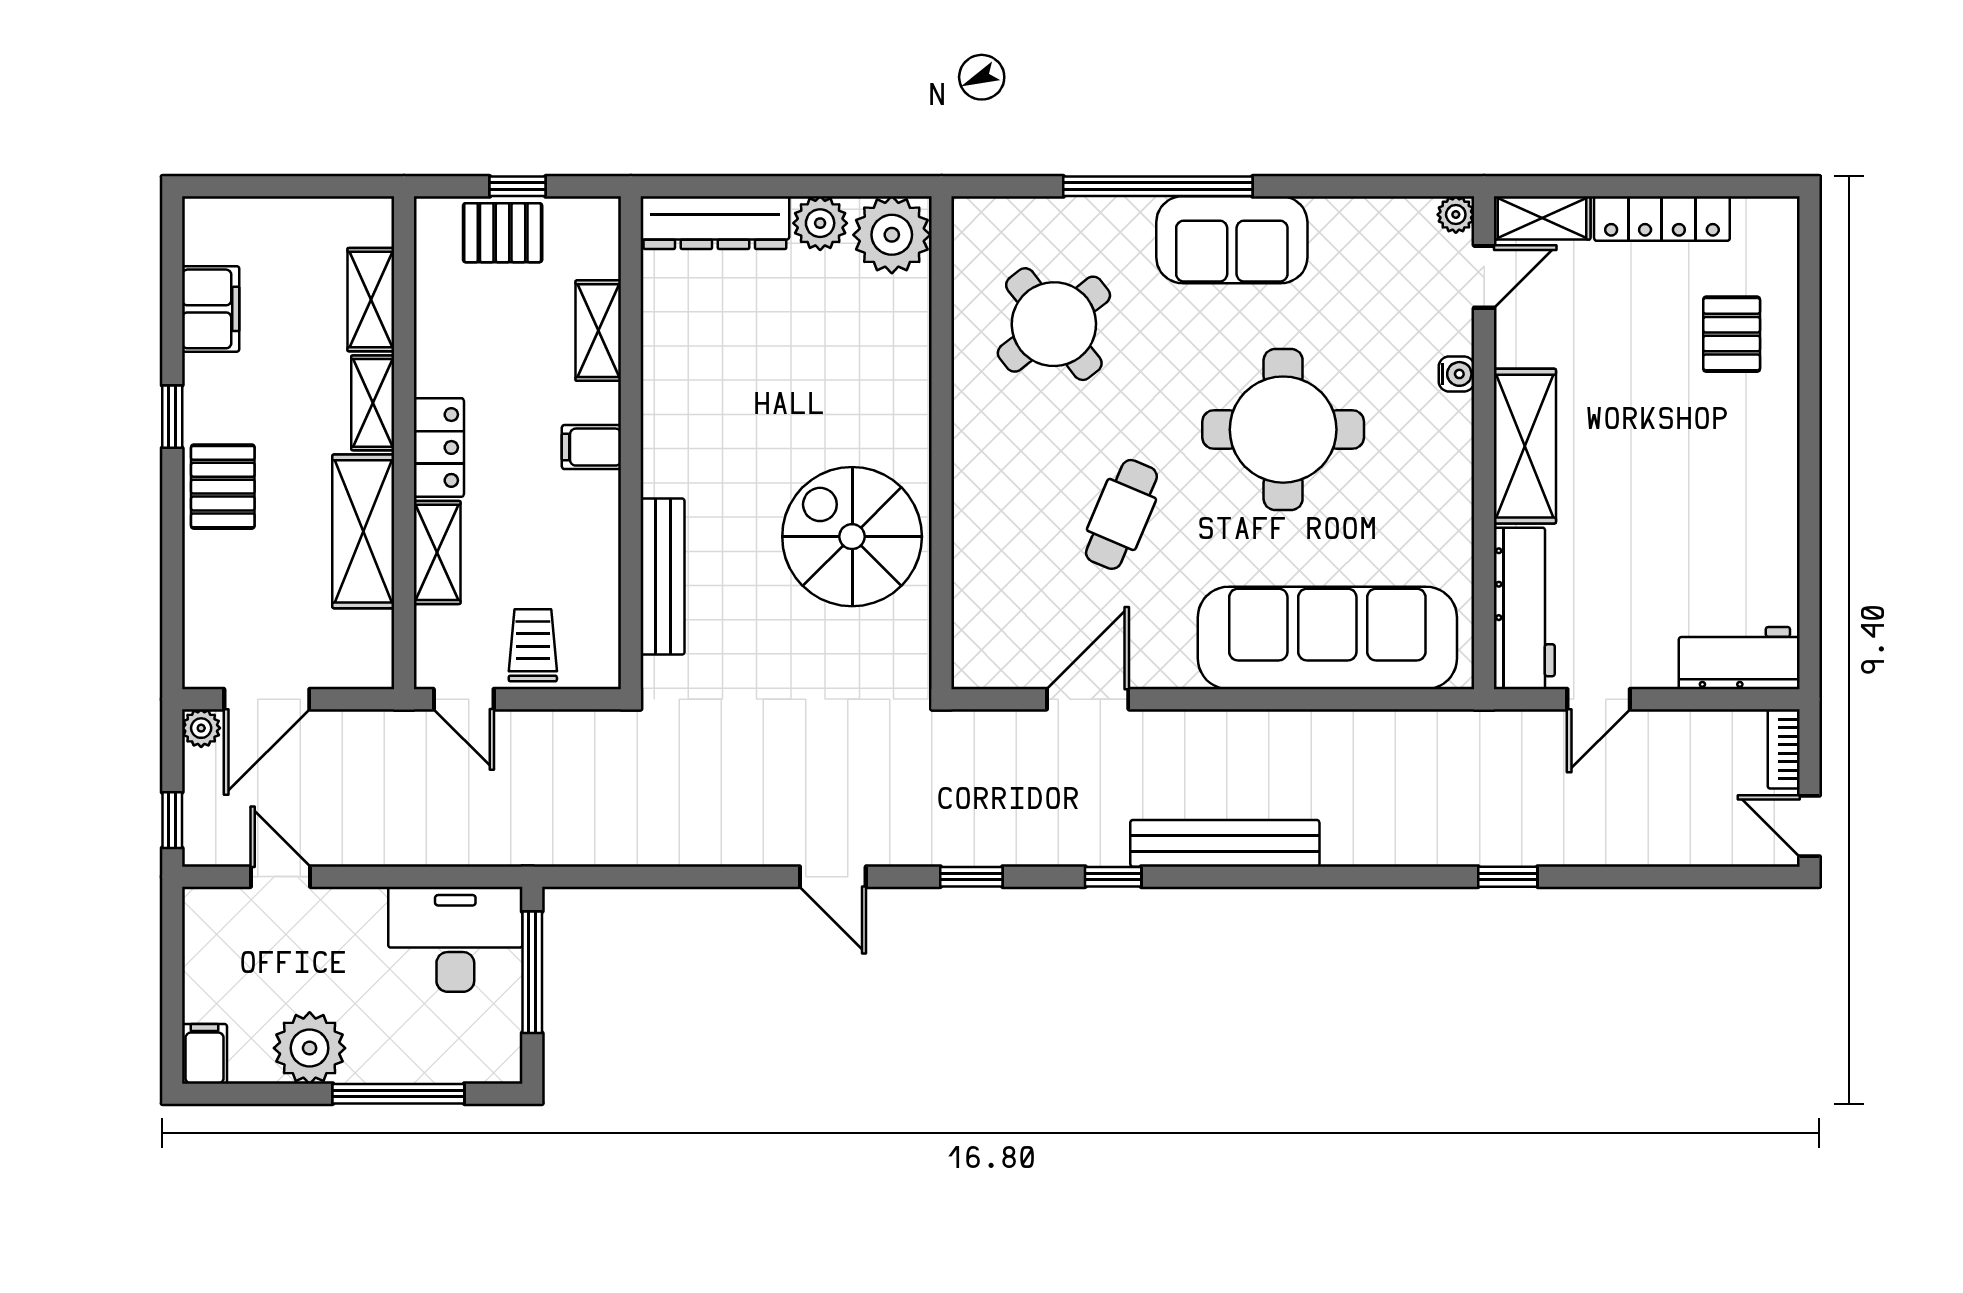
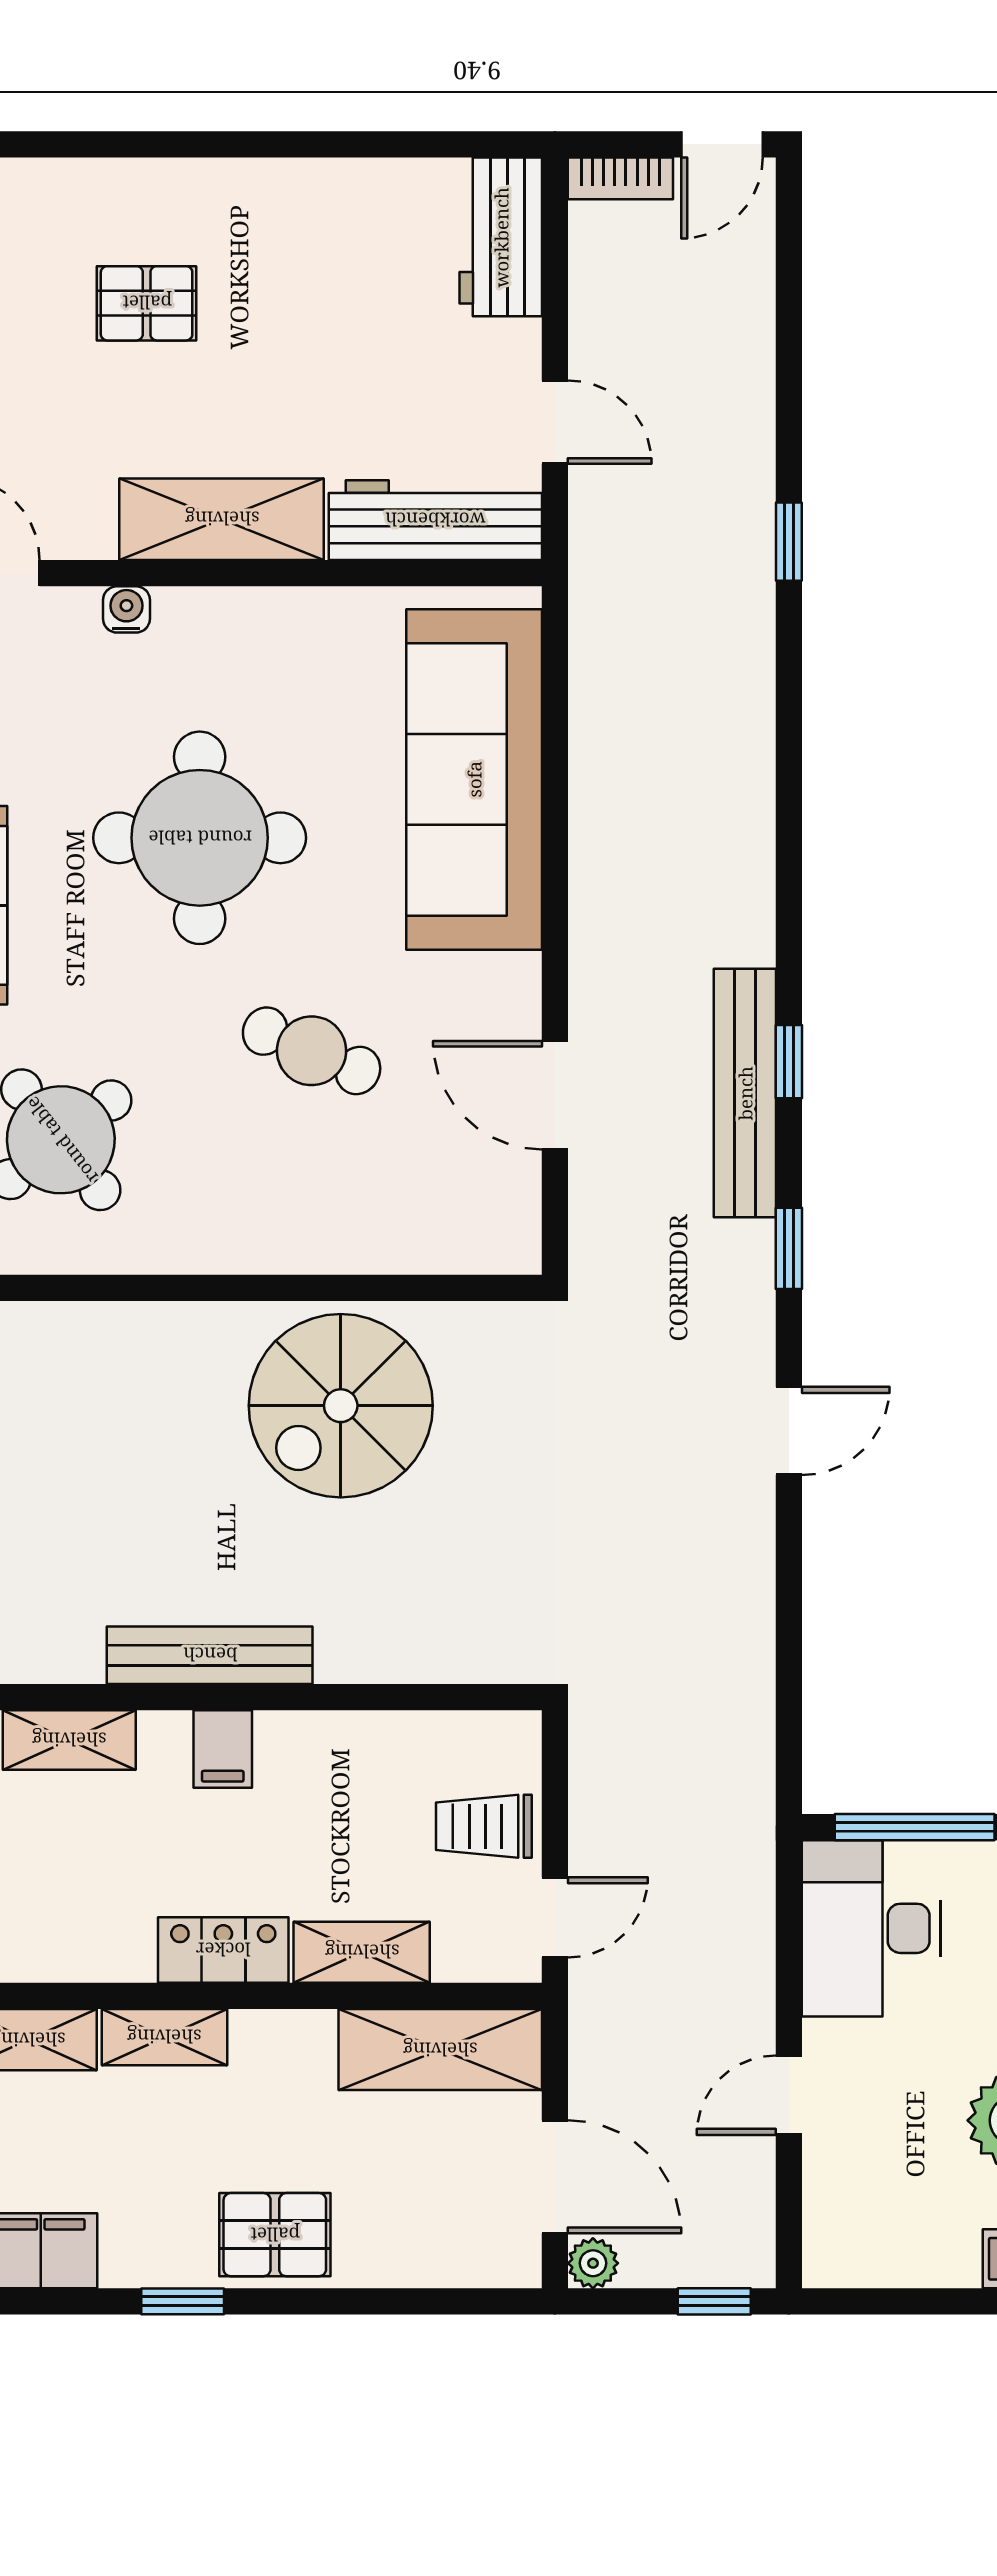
pallet: (1732, 334) -> (147, 303), moved
shelving: (363, 531) -> (440, 2050), moved
bench: (663, 577) -> (210, 1655), moved
bench: (1225, 843) -> (745, 1093), moved
door: (281, 877) -> (789, 2095), moved

